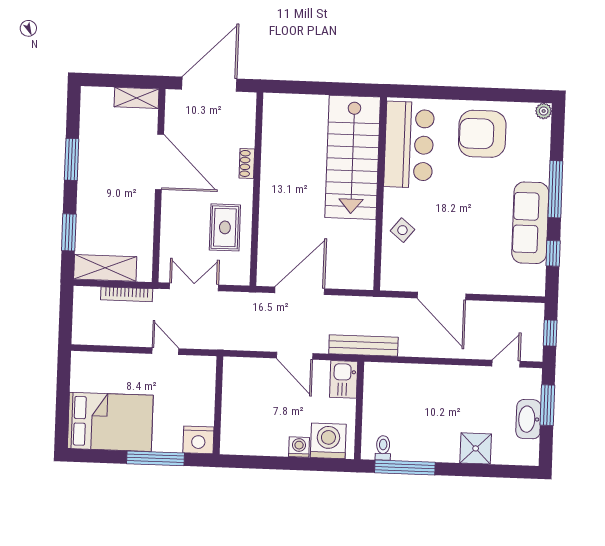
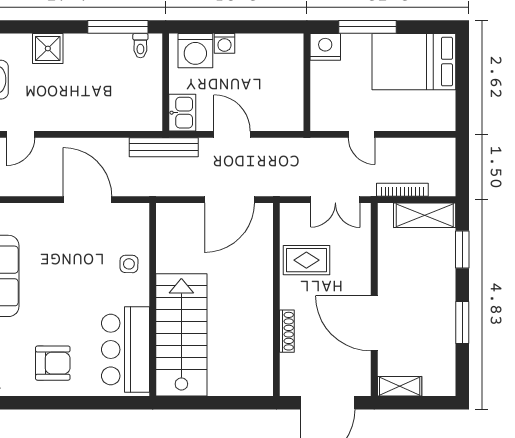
armchair: (482, 134) -> (53, 363), width x0.73, depth x0.73
shoe rack: (247, 164) -> (287, 331), width x1.43
rug: (225, 227) -> (306, 260), turned 90
side table: (402, 230) -> (129, 264), turned -38

